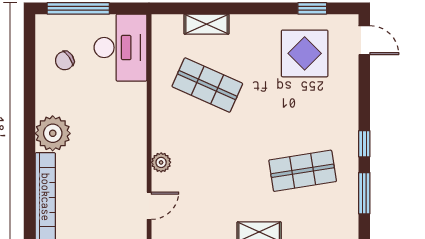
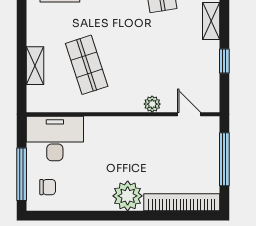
chair: (65, 61) -> (48, 187), moved, turned -56
shop shelf: (207, 85) -> (87, 65), turned -42

